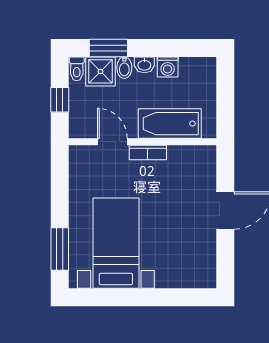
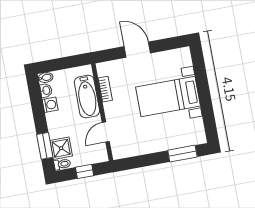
washbasin: (144, 65) -> (46, 90), moved
bidet: (124, 68) -> (46, 78), moved
bookcase: (148, 152) -> (105, 89), moved
bed with nightstands: (116, 243) -> (168, 97), moved

